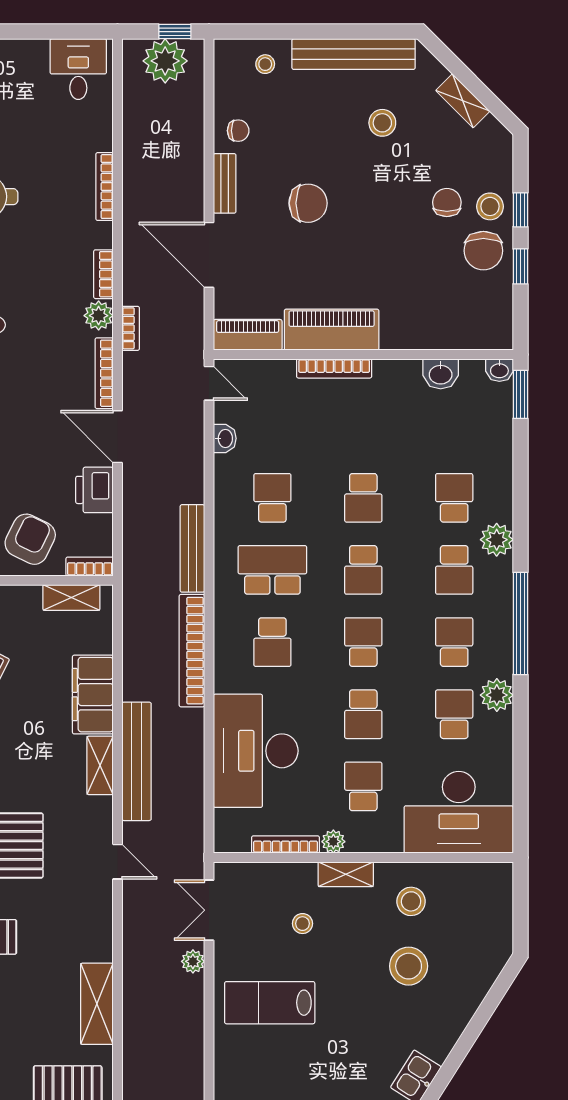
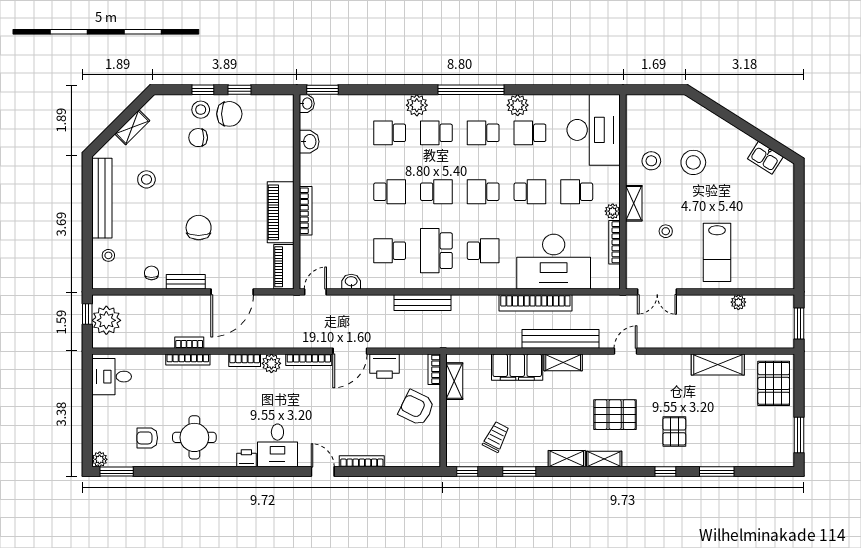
bookcase: (131, 328) -> (189, 343), moved
school desk: (454, 570) -> (436, 133), turned 180
bookcase: (192, 651) -> (535, 303), moved
plant: (193, 961) -> (738, 302), moved

